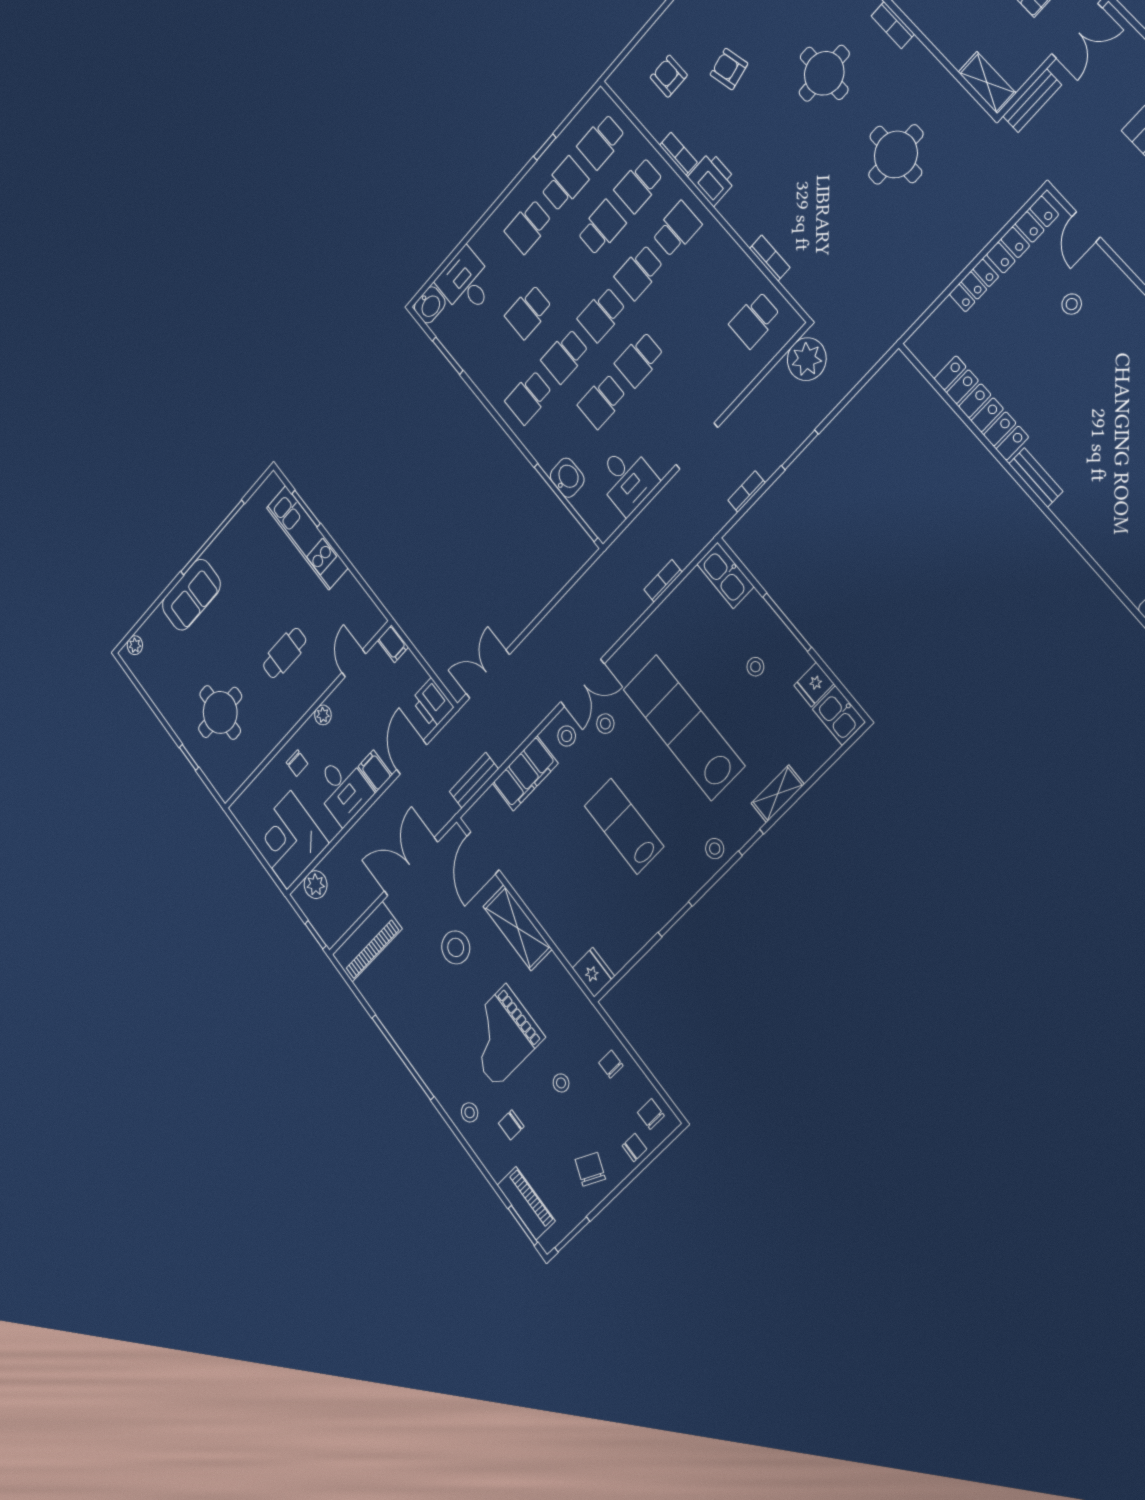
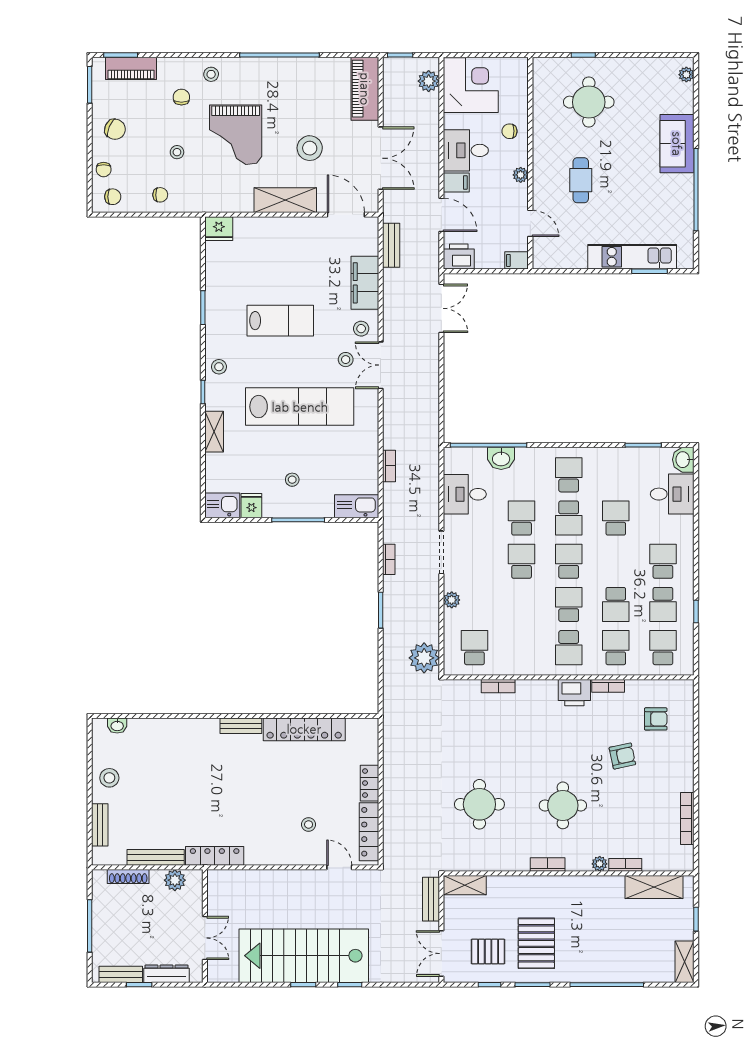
school desk: (565, 356) -> (569, 518), turned 180
plant: (731, 389) -> (452, 600), added
grand piano: (501, 1036) -> (236, 135), turned 180

